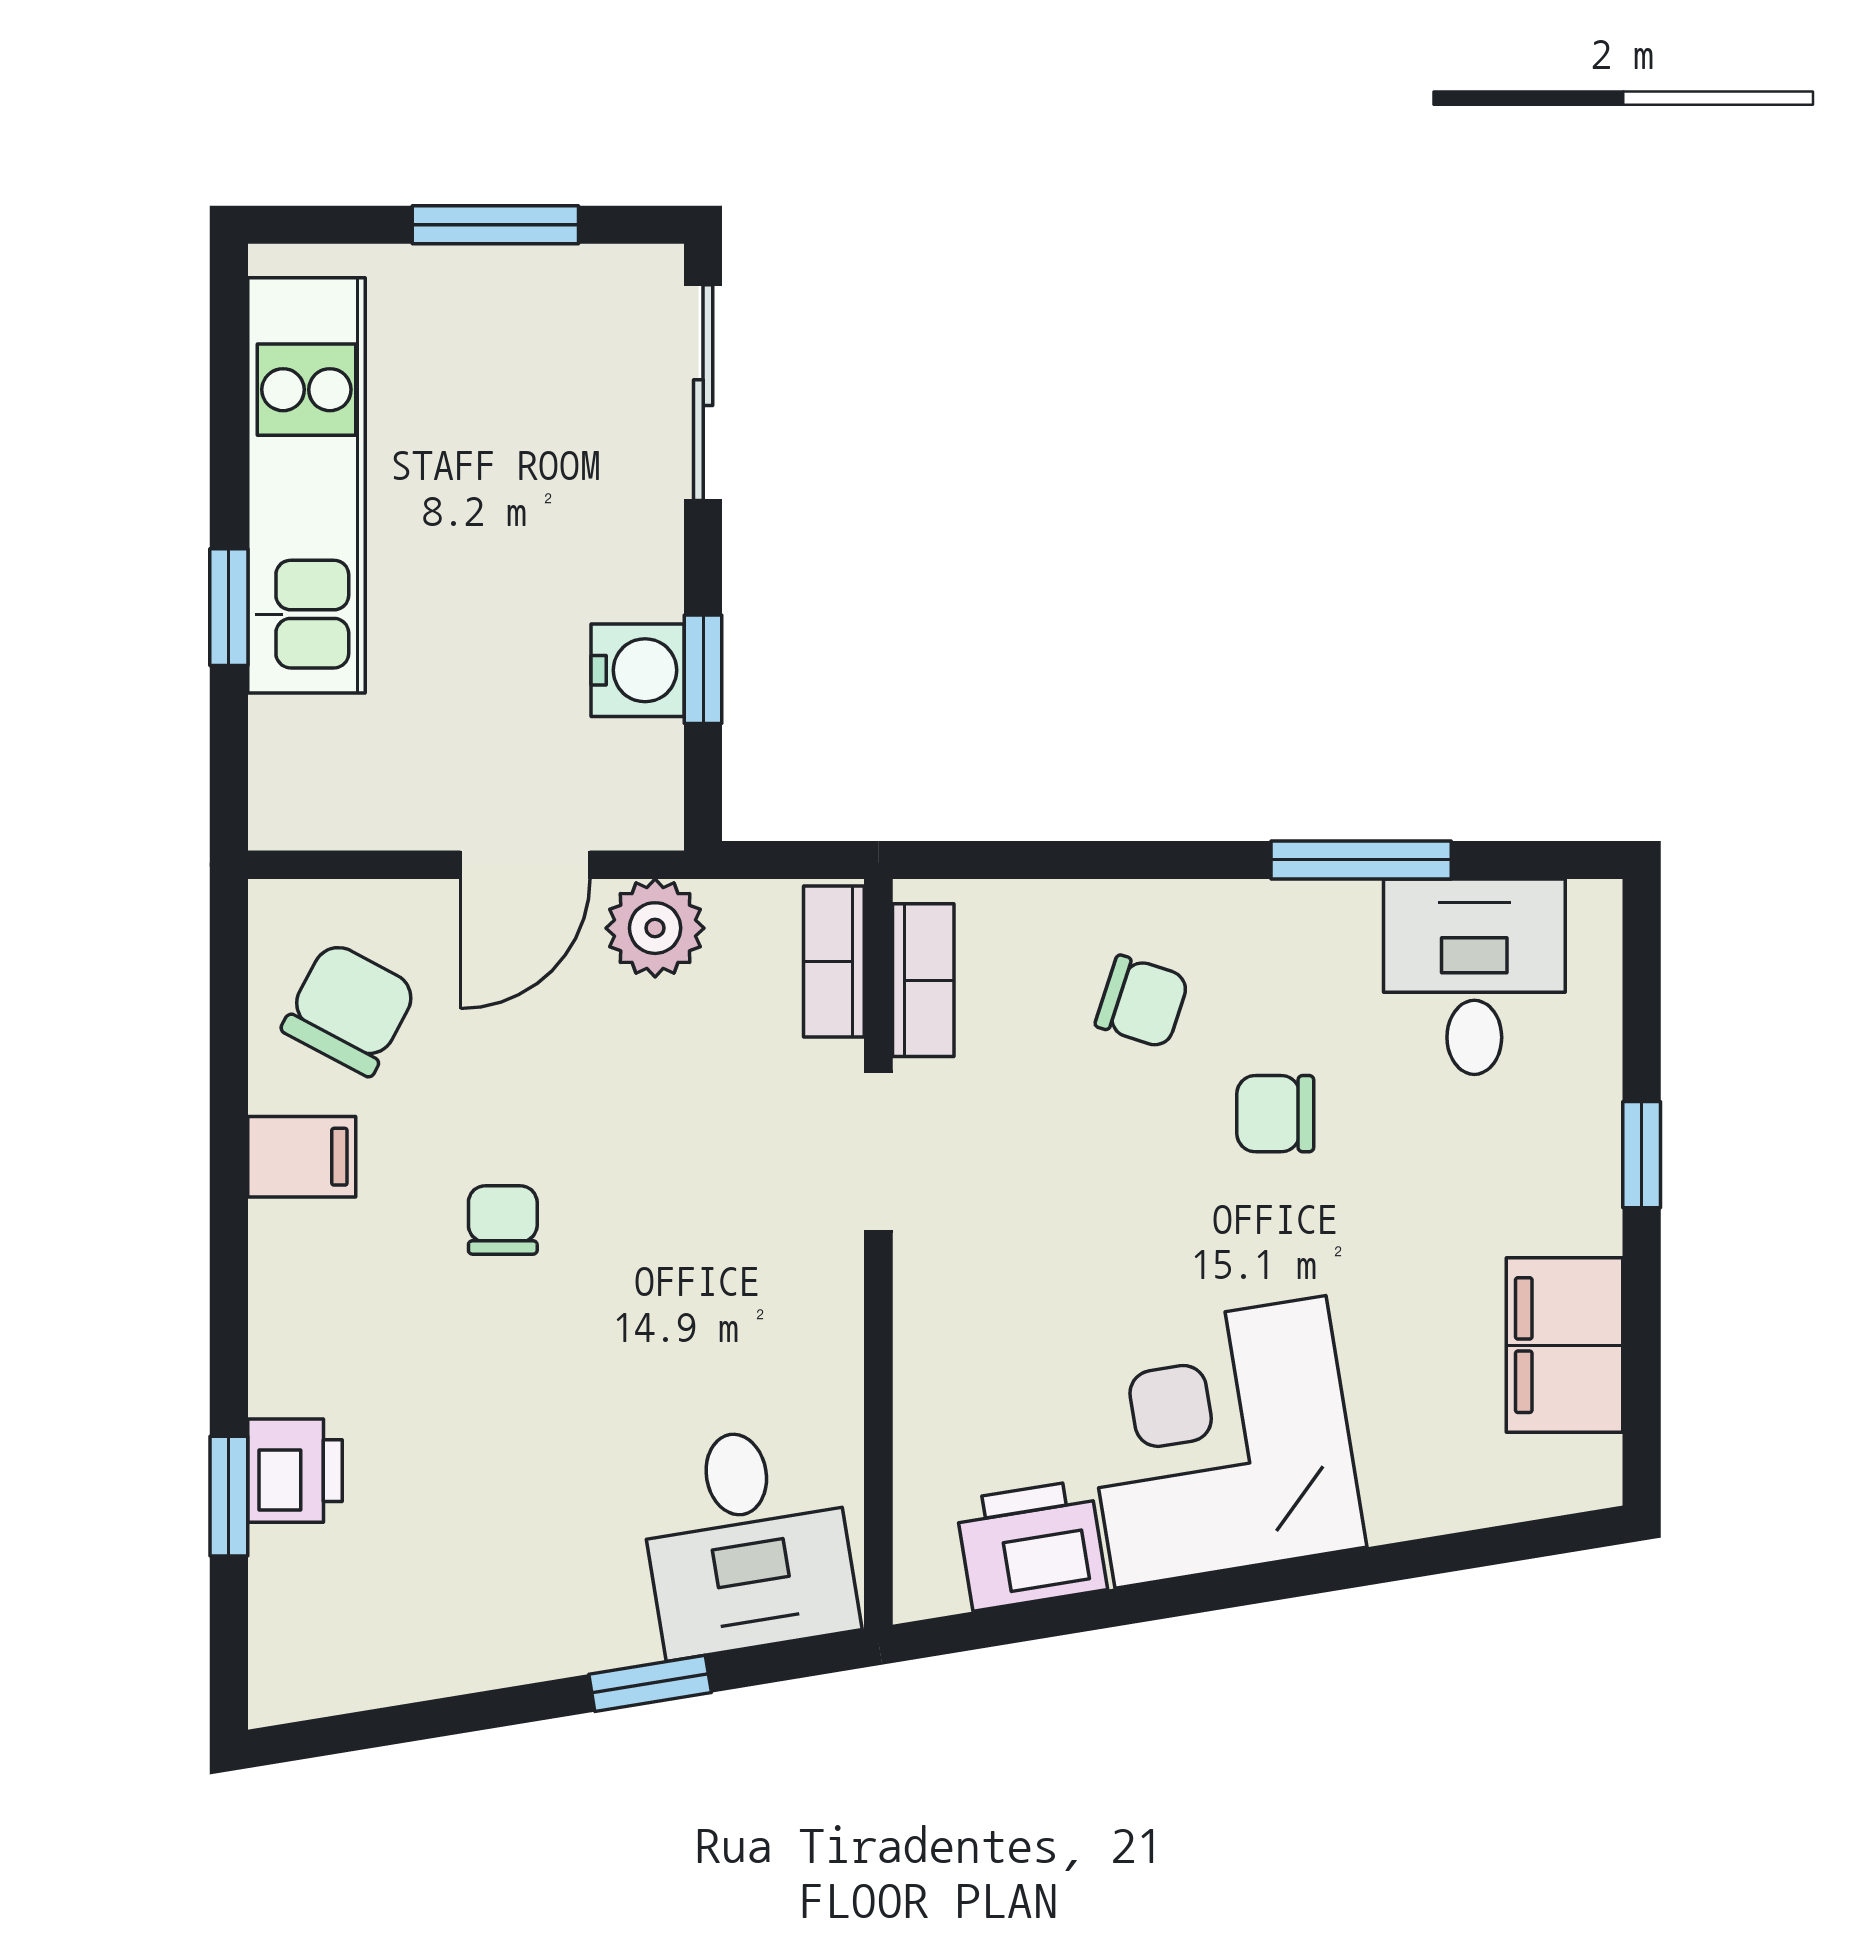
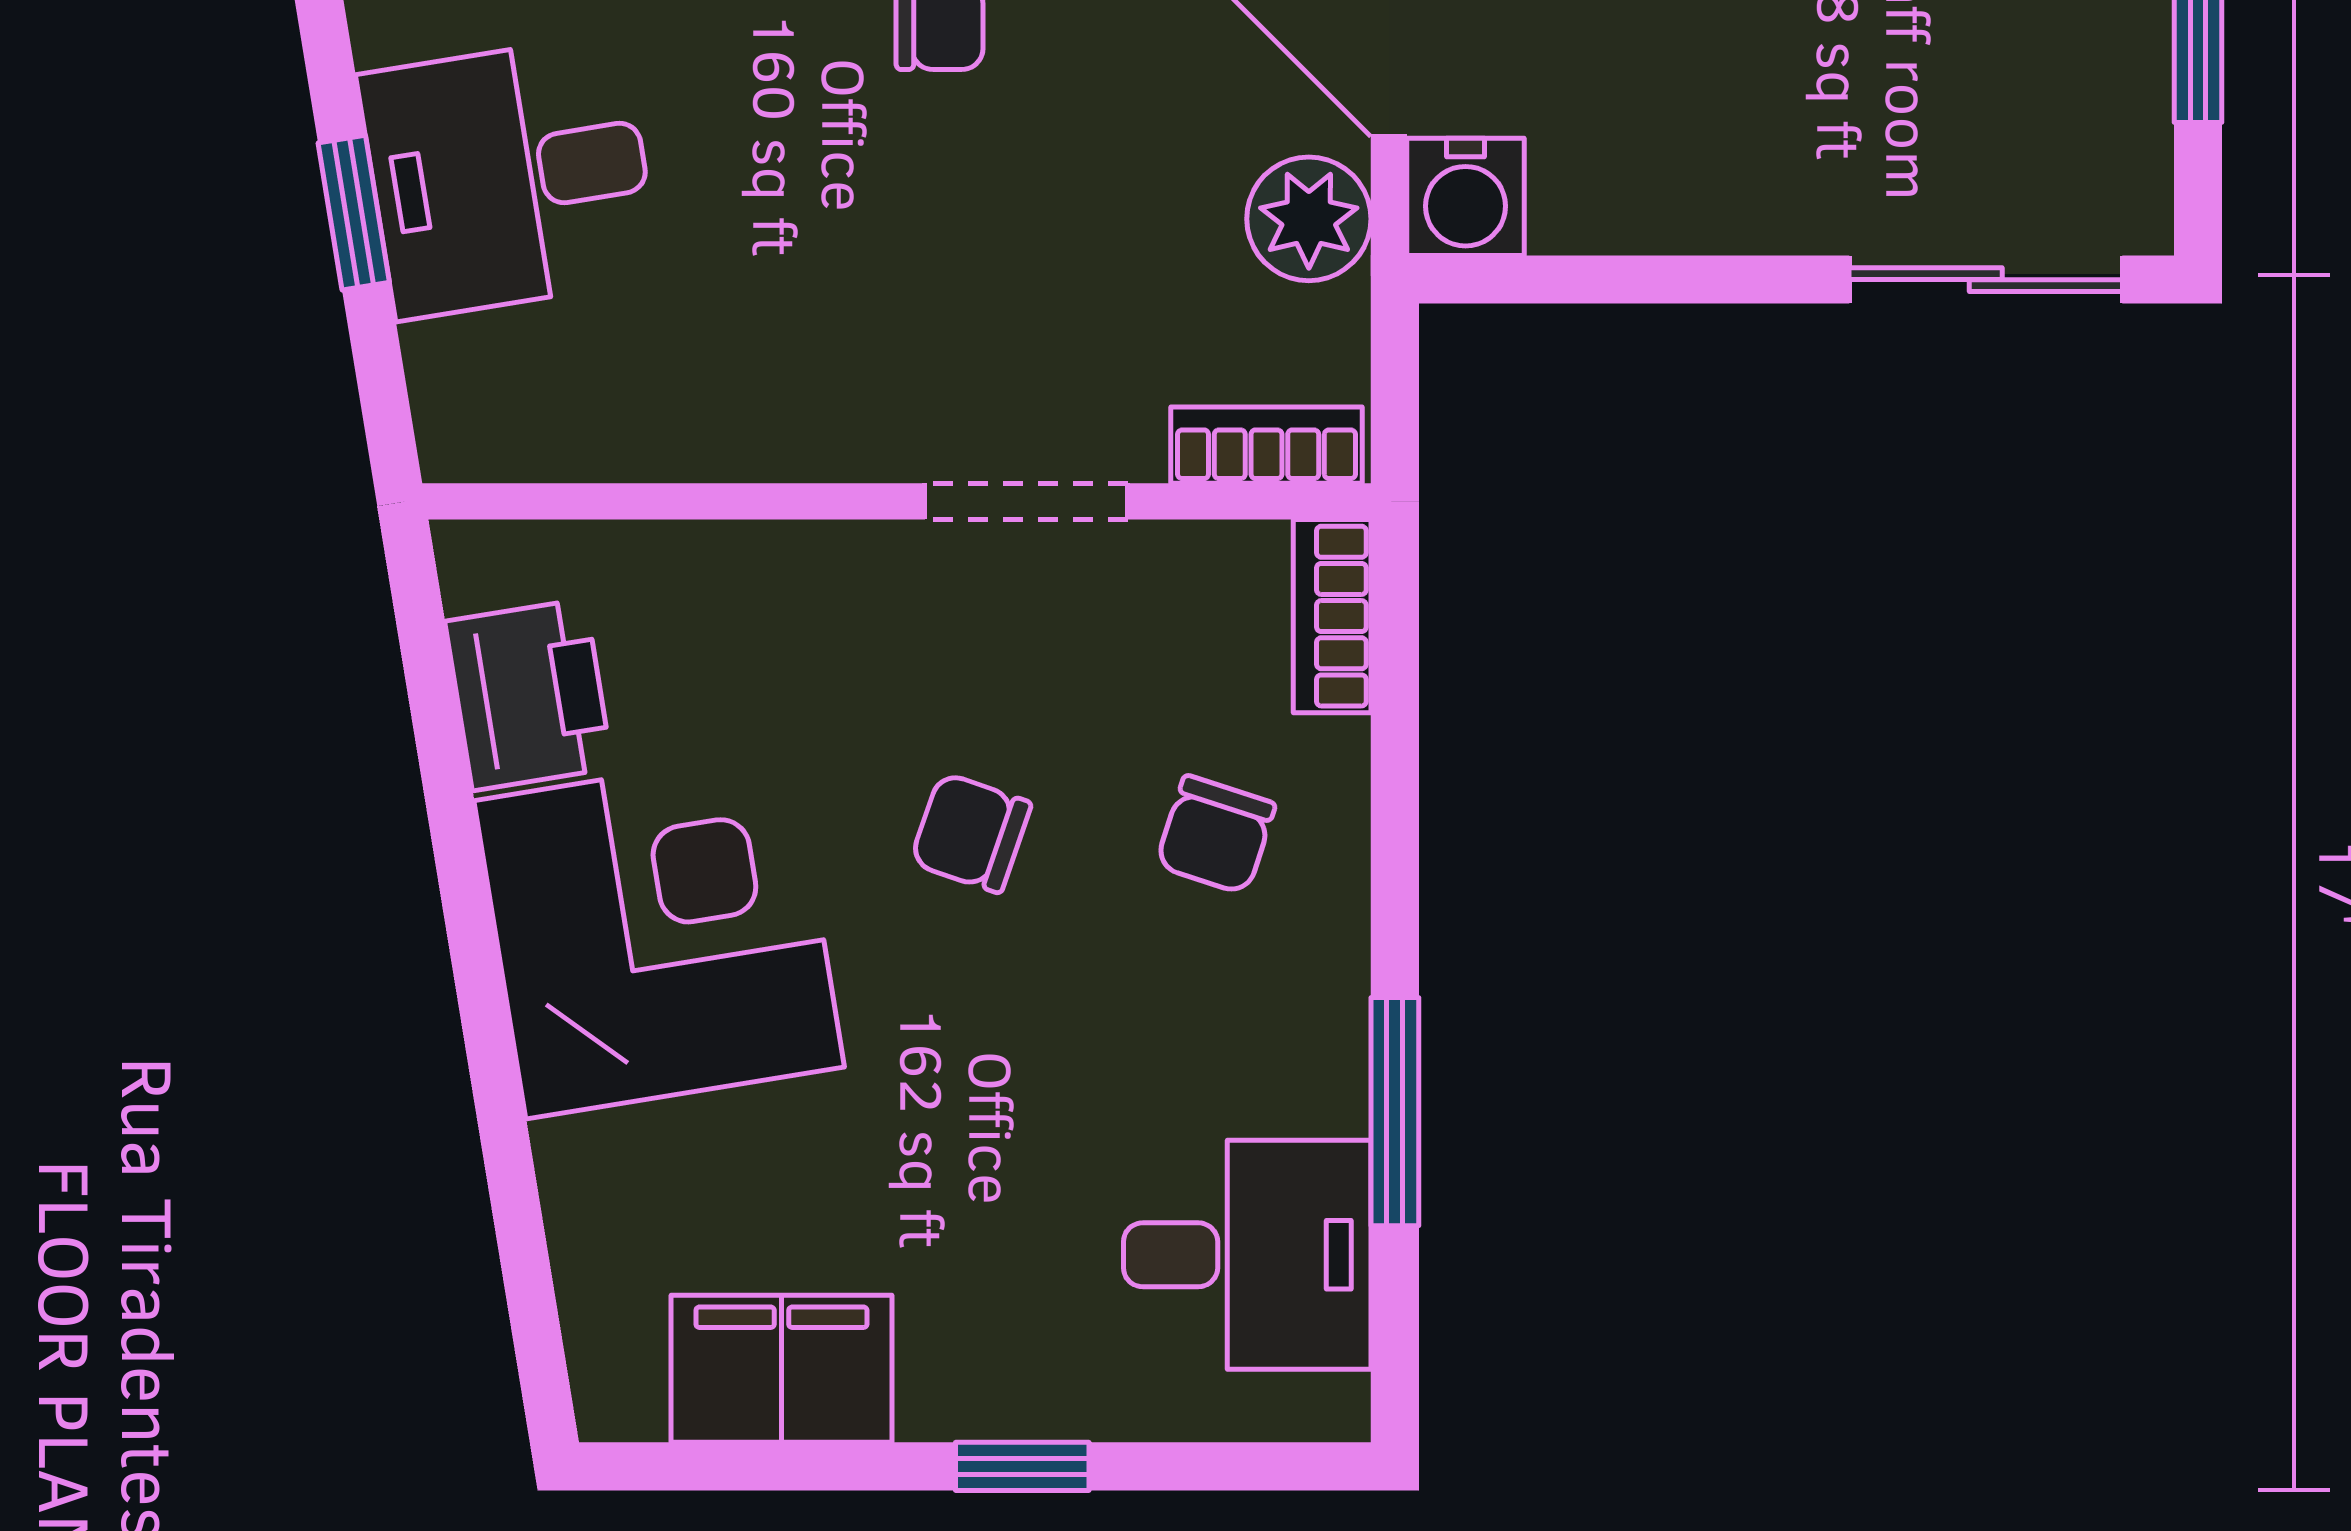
window: (703, 669) -> (1636, 280), removed
water cooler: (638, 670) -> (1465, 197), moved
bookcase: (923, 980) -> (1332, 616), moved, turned 90
chair: (1275, 1114) -> (971, 833), moved, turned -71
desk: (747, 1540) -> (509, 177), moved

